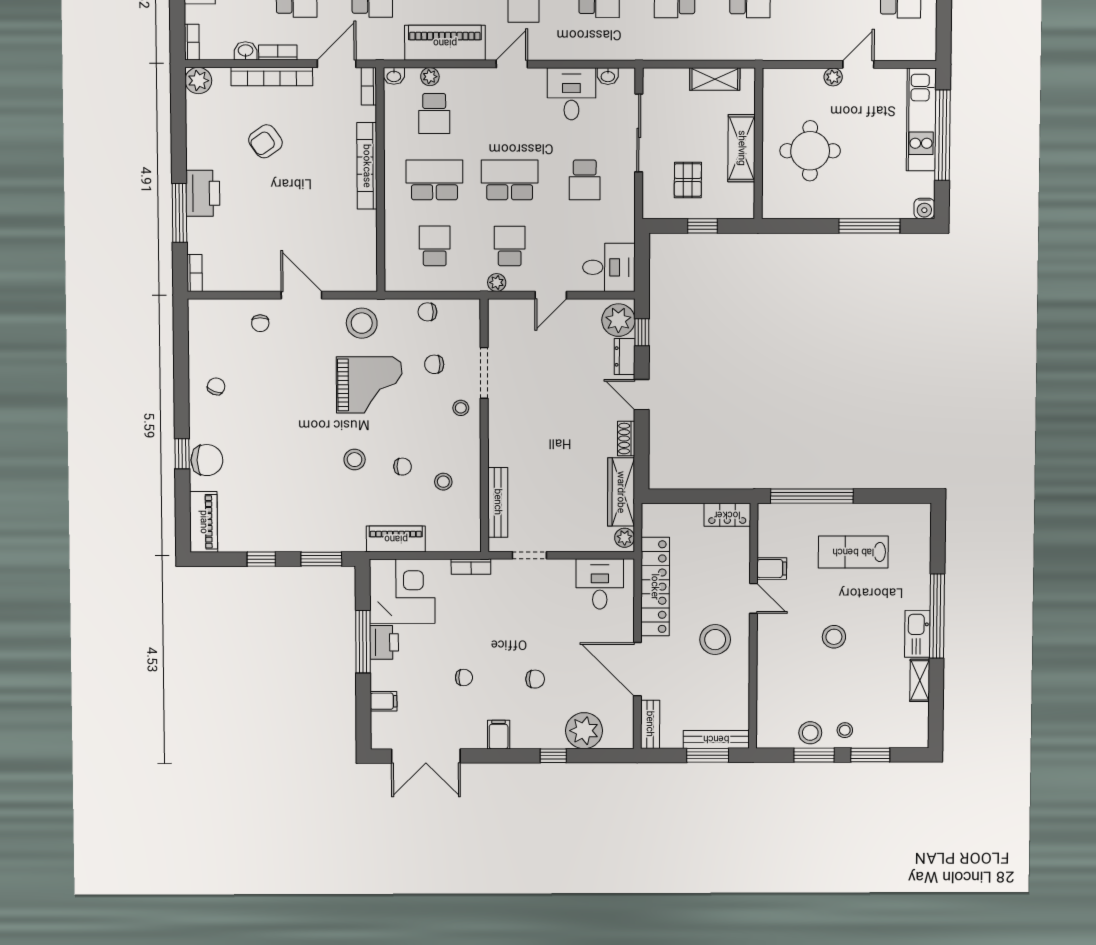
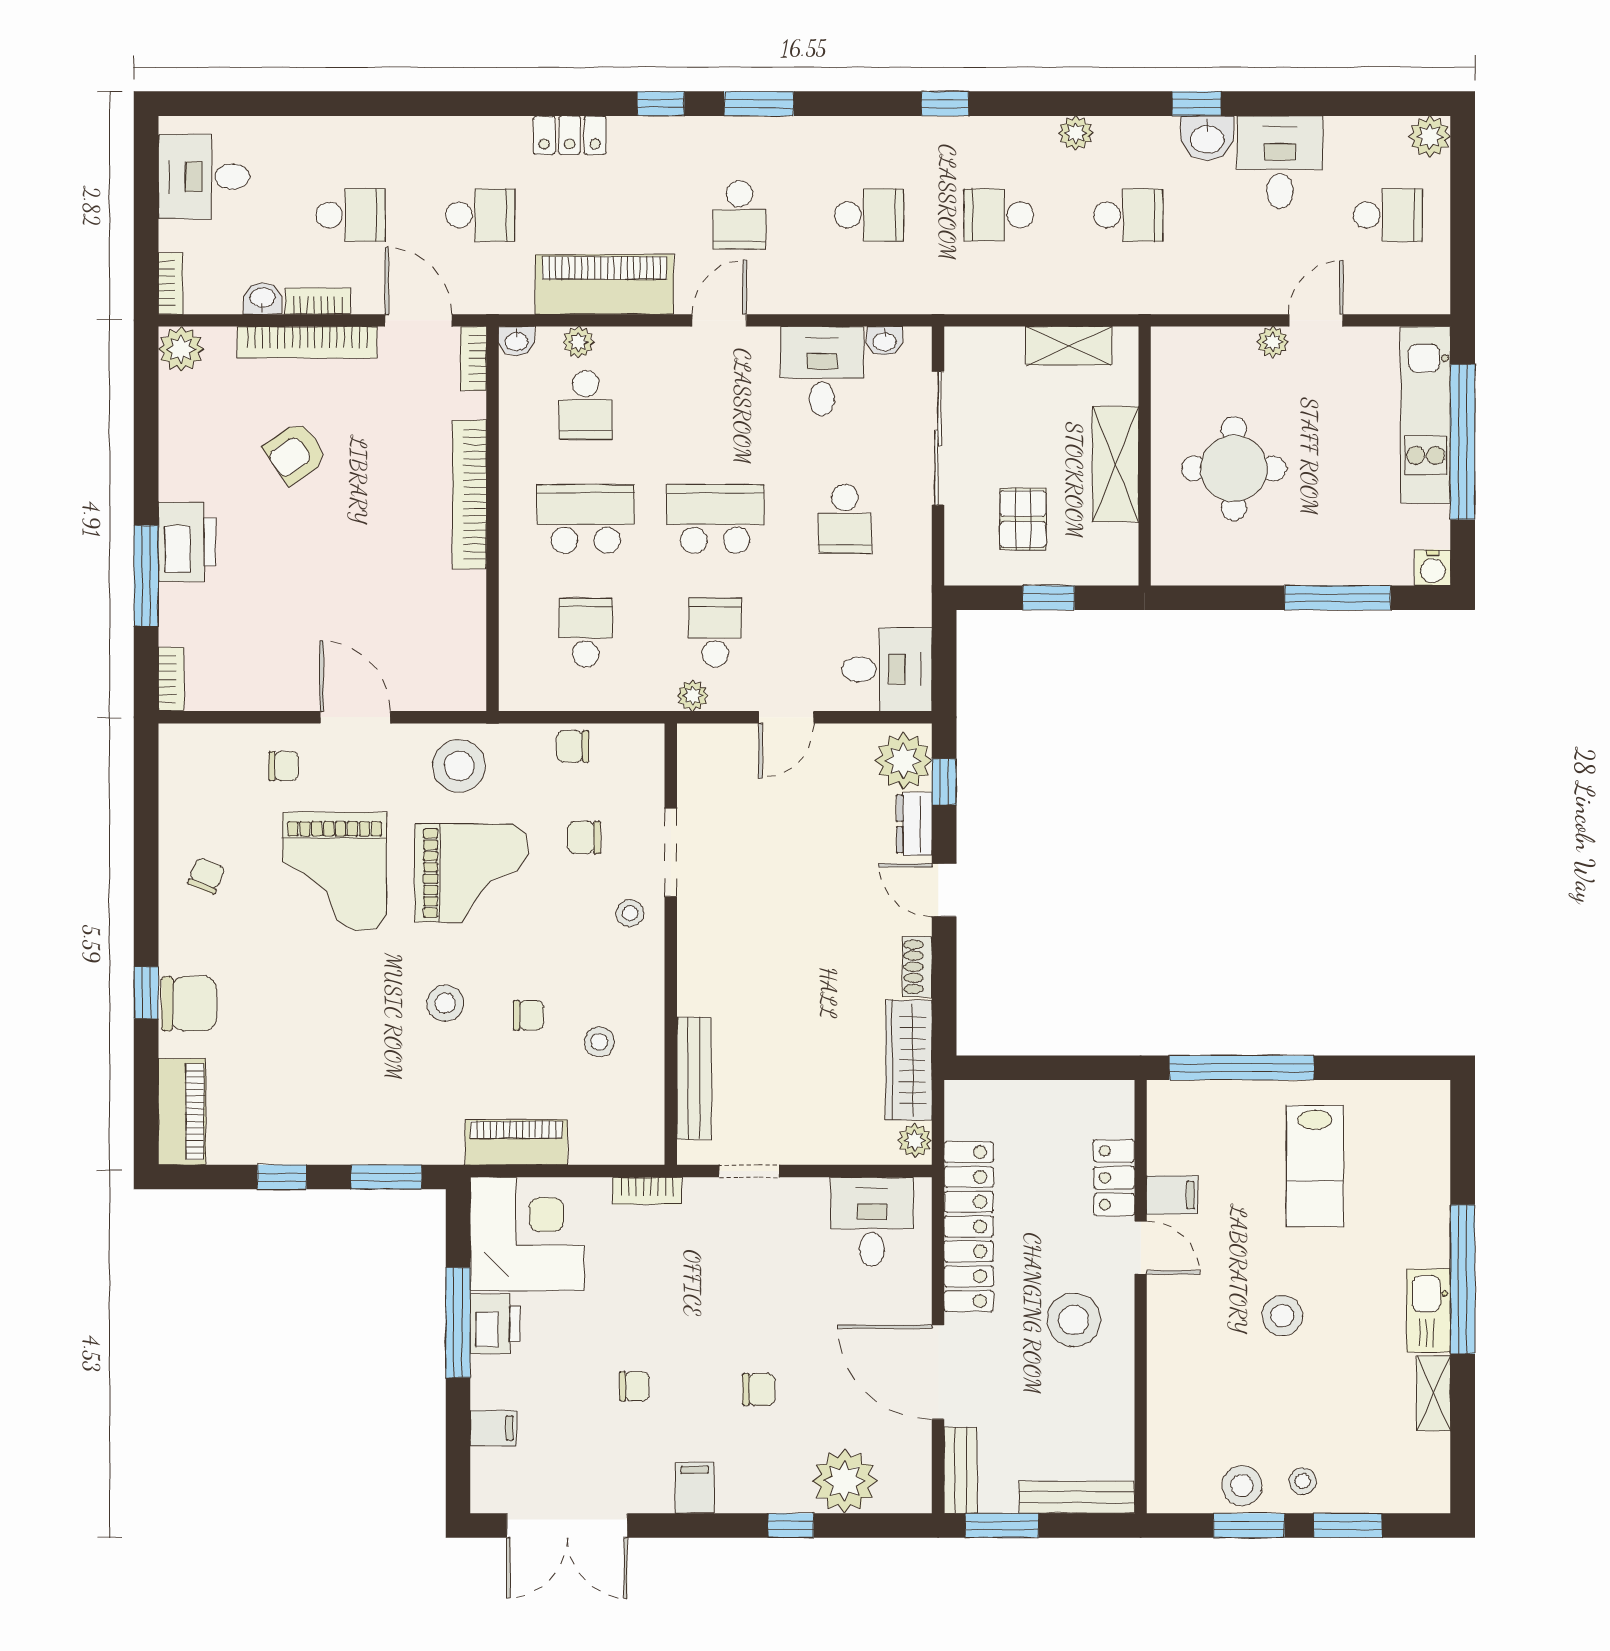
door: (337, 64) -> (419, 320), hinge flipped
chair: (260, 323) -> (284, 766), turned -90
grand piano: (290, 384) -> (335, 872), added
locker: (727, 515) -> (1114, 1178), moved, turned 90
lab bench: (853, 552) -> (1315, 1166), turned -90
window: (708, 755) -> (1002, 1525), moved

